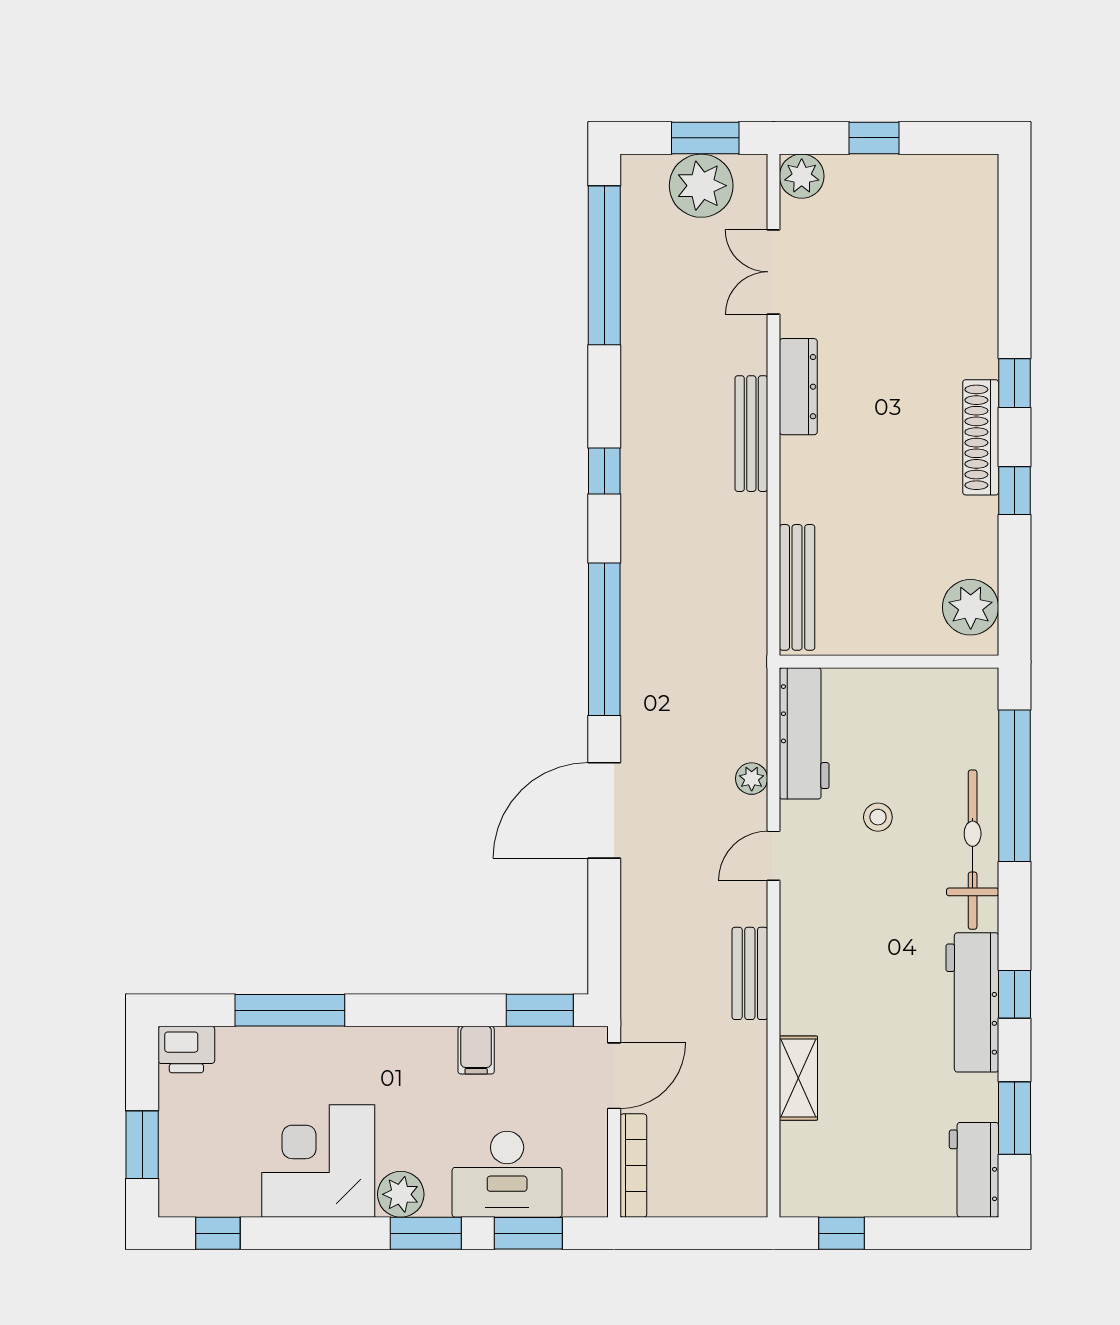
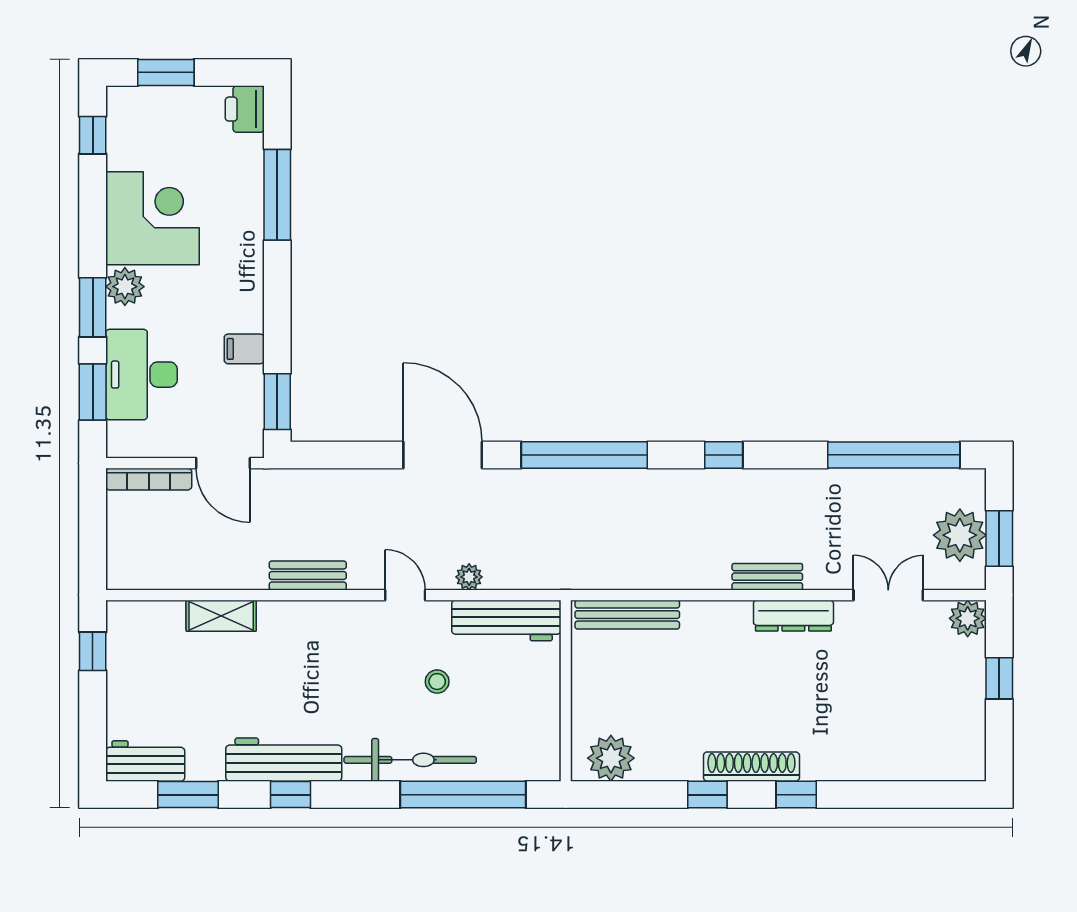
bench: (751, 434) -> (767, 577), width x0.73

